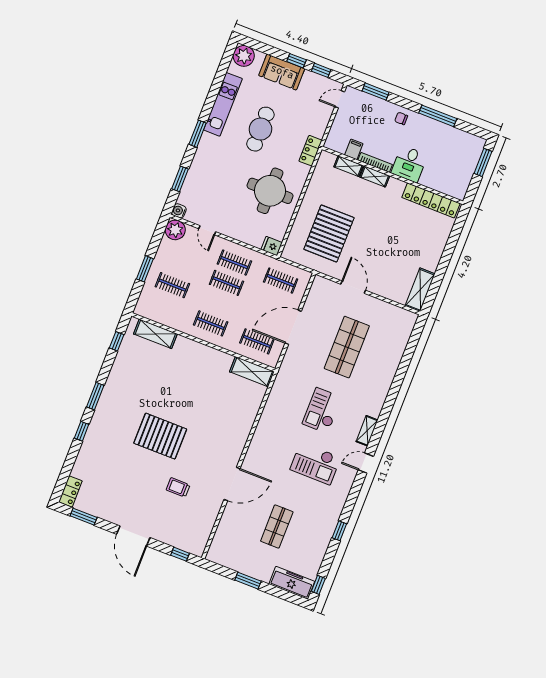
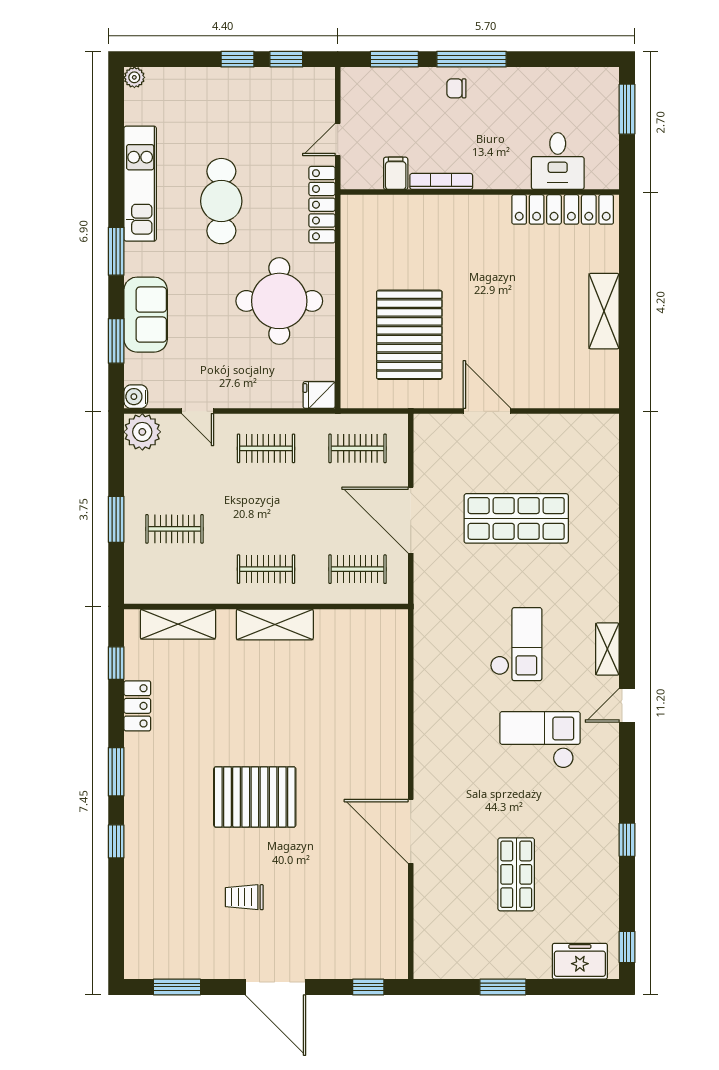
plant: (244, 56) -> (134, 77), width x0.53, depth x0.53
sofa: (282, 72) -> (146, 315), moved, turned -90
door: (340, 99) -> (338, 139), moved
window: (438, 116) -> (472, 59), moved
locker: (310, 151) -> (322, 205), width x1.53
desk: (409, 164) -> (558, 161), moved
shelving: (348, 166) -> (398, 206), removed
shelving: (375, 177) -> (450, 206), removed
clothes rail: (226, 283) -> (266, 489), removed
shelving: (420, 290) -> (604, 311), moved
door: (293, 327) -> (411, 520), hinge flipped
shop shelf: (347, 347) -> (516, 518), turned 90
shelving: (252, 372) -> (275, 625), moved
checkout: (322, 410) -> (516, 644), turned 180
checkout: (315, 463) -> (540, 740), turned 180
door: (232, 484) -> (411, 831), swing flipped
trolley: (178, 487) -> (244, 897), moved
locker: (70, 492) -> (137, 706), moved
freezer: (292, 583) -> (580, 961), width x0.71

